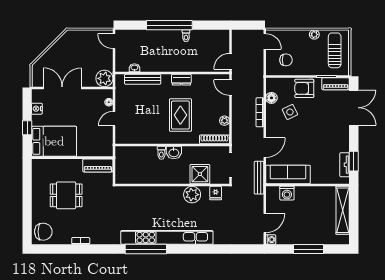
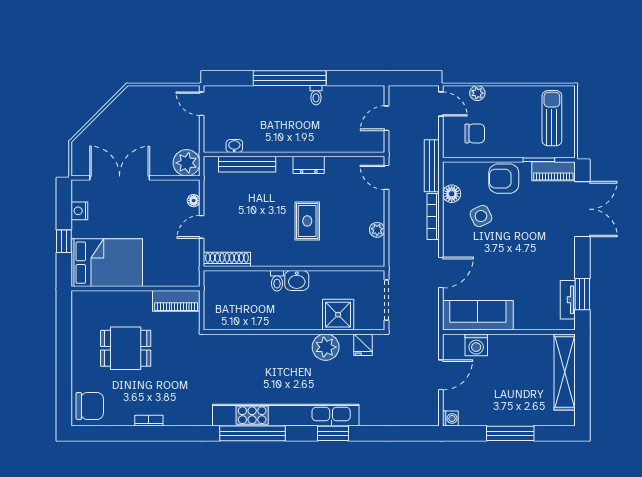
plant: (314, 34) -> (477, 93), moved
door: (230, 61) -> (387, 118), moved
rug: (180, 115) -> (307, 221), width x0.73, depth x0.70
shoe rack: (214, 139) -> (227, 259), moved
bench: (259, 178) -> (432, 166), moved
door: (265, 223) -> (441, 375), moved
window: (197, 249) -> (333, 433), added

